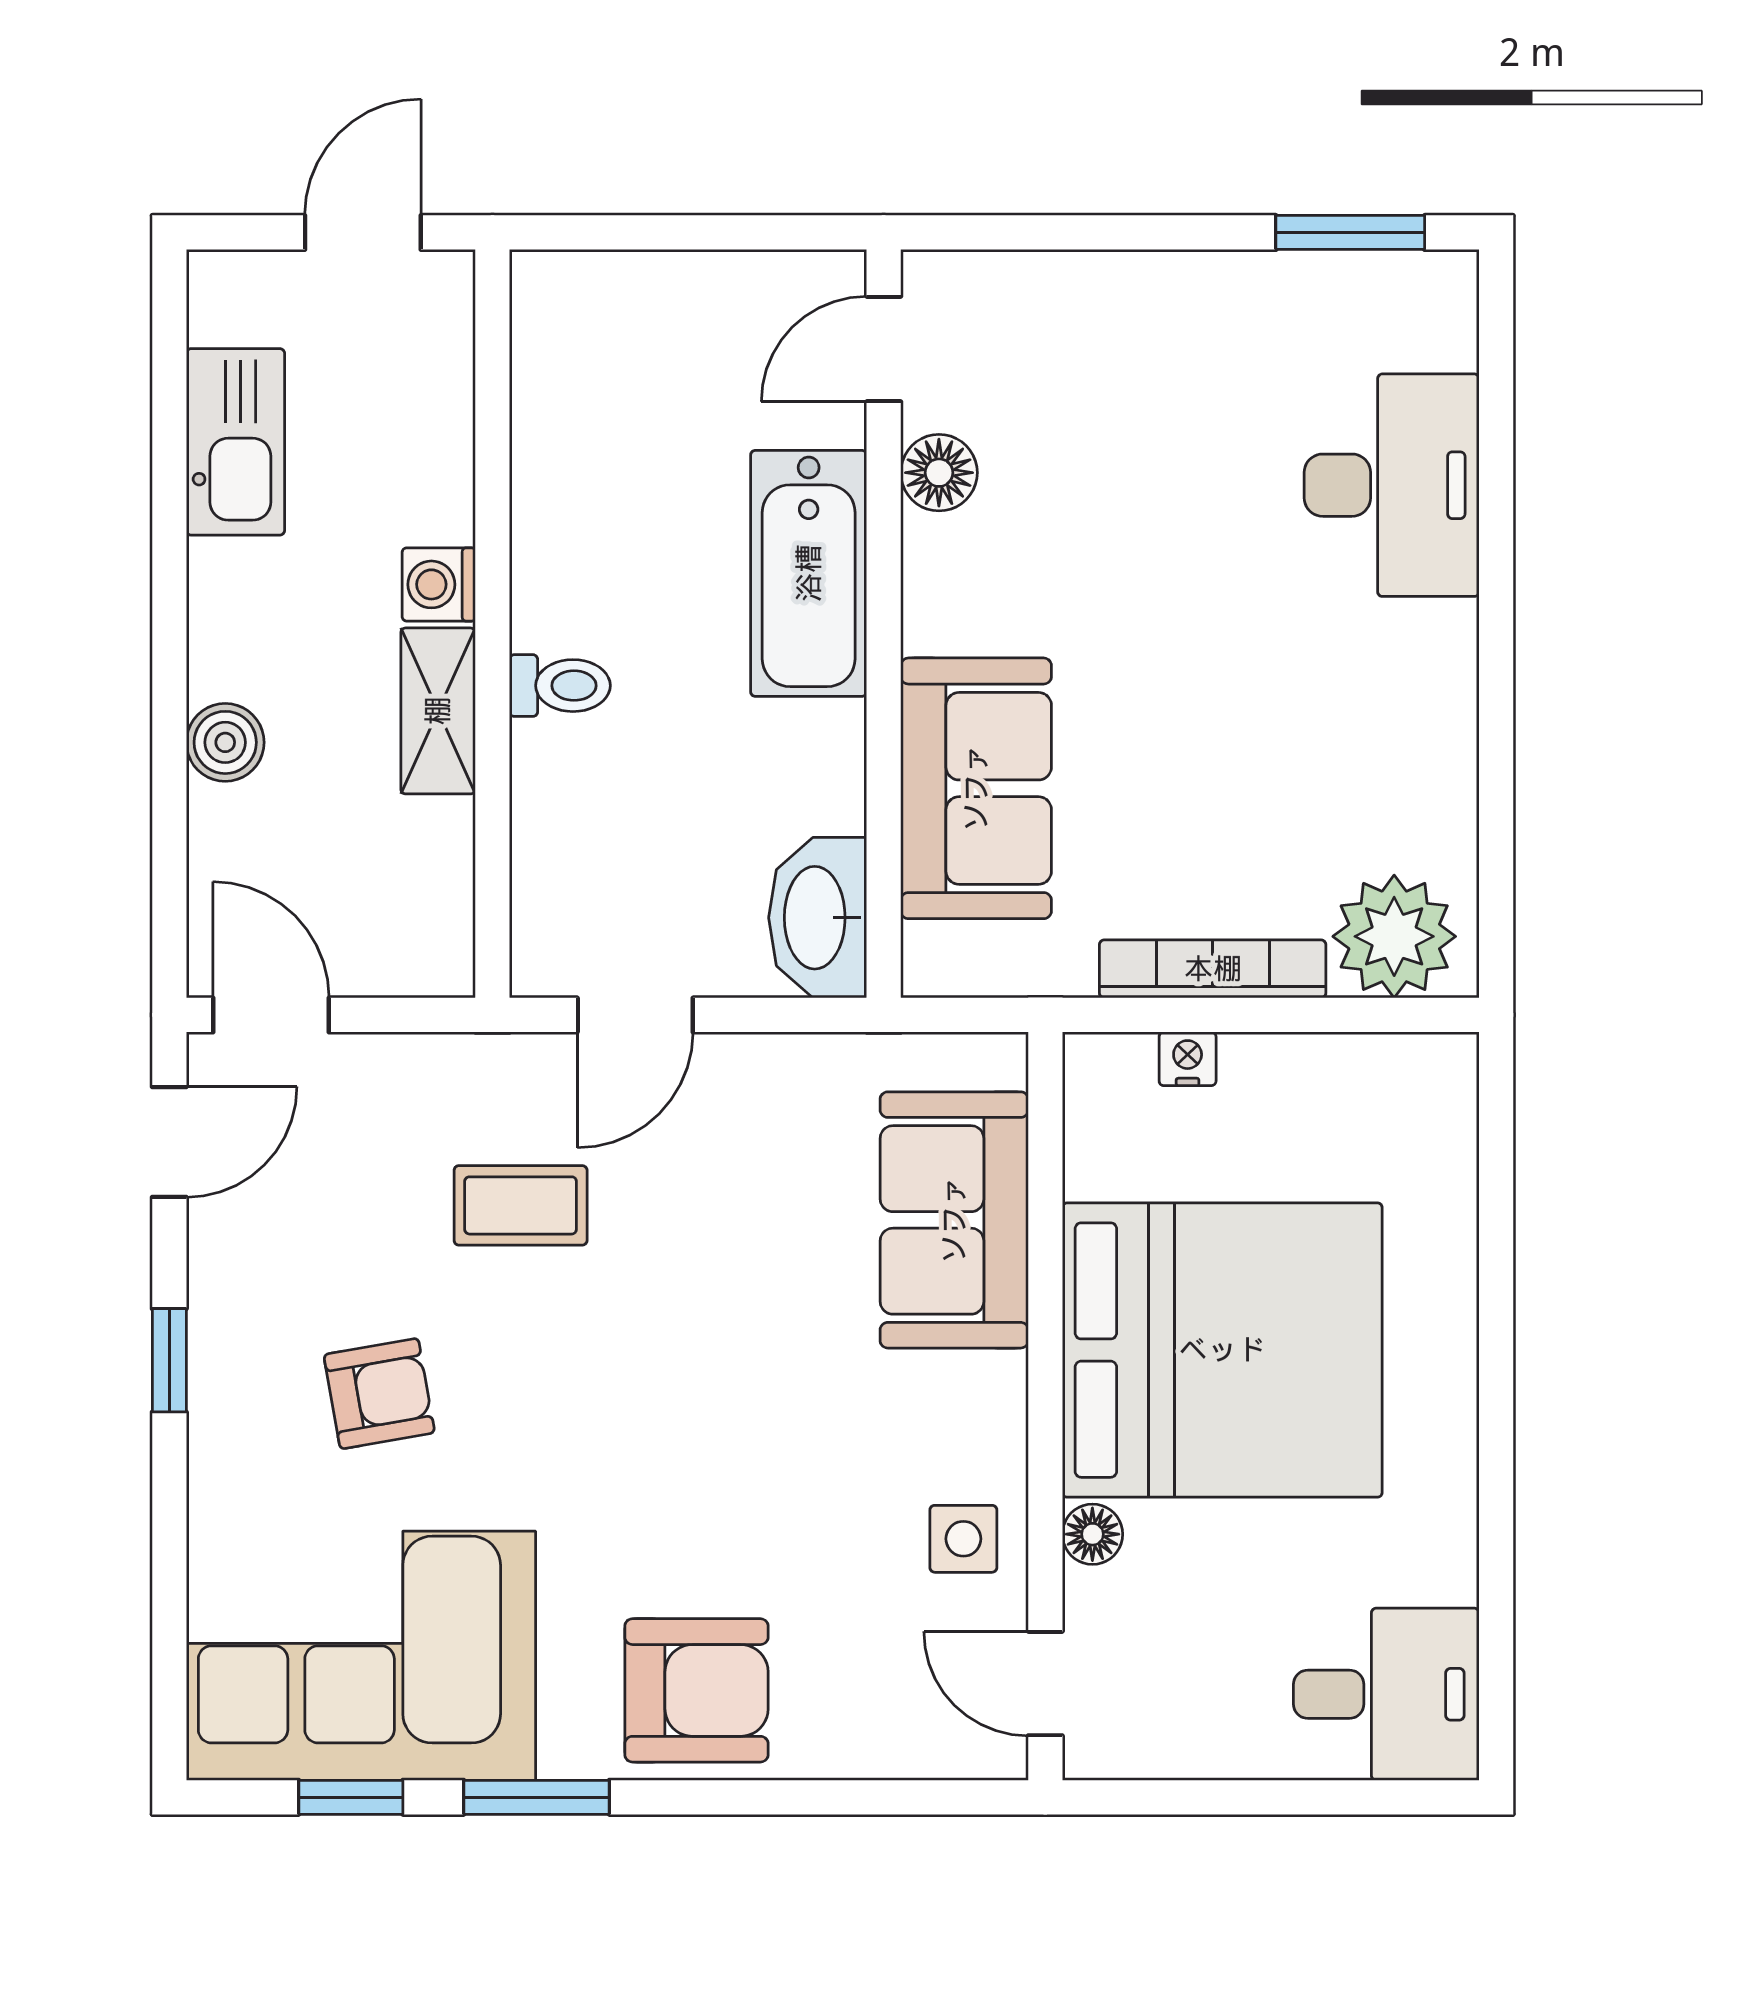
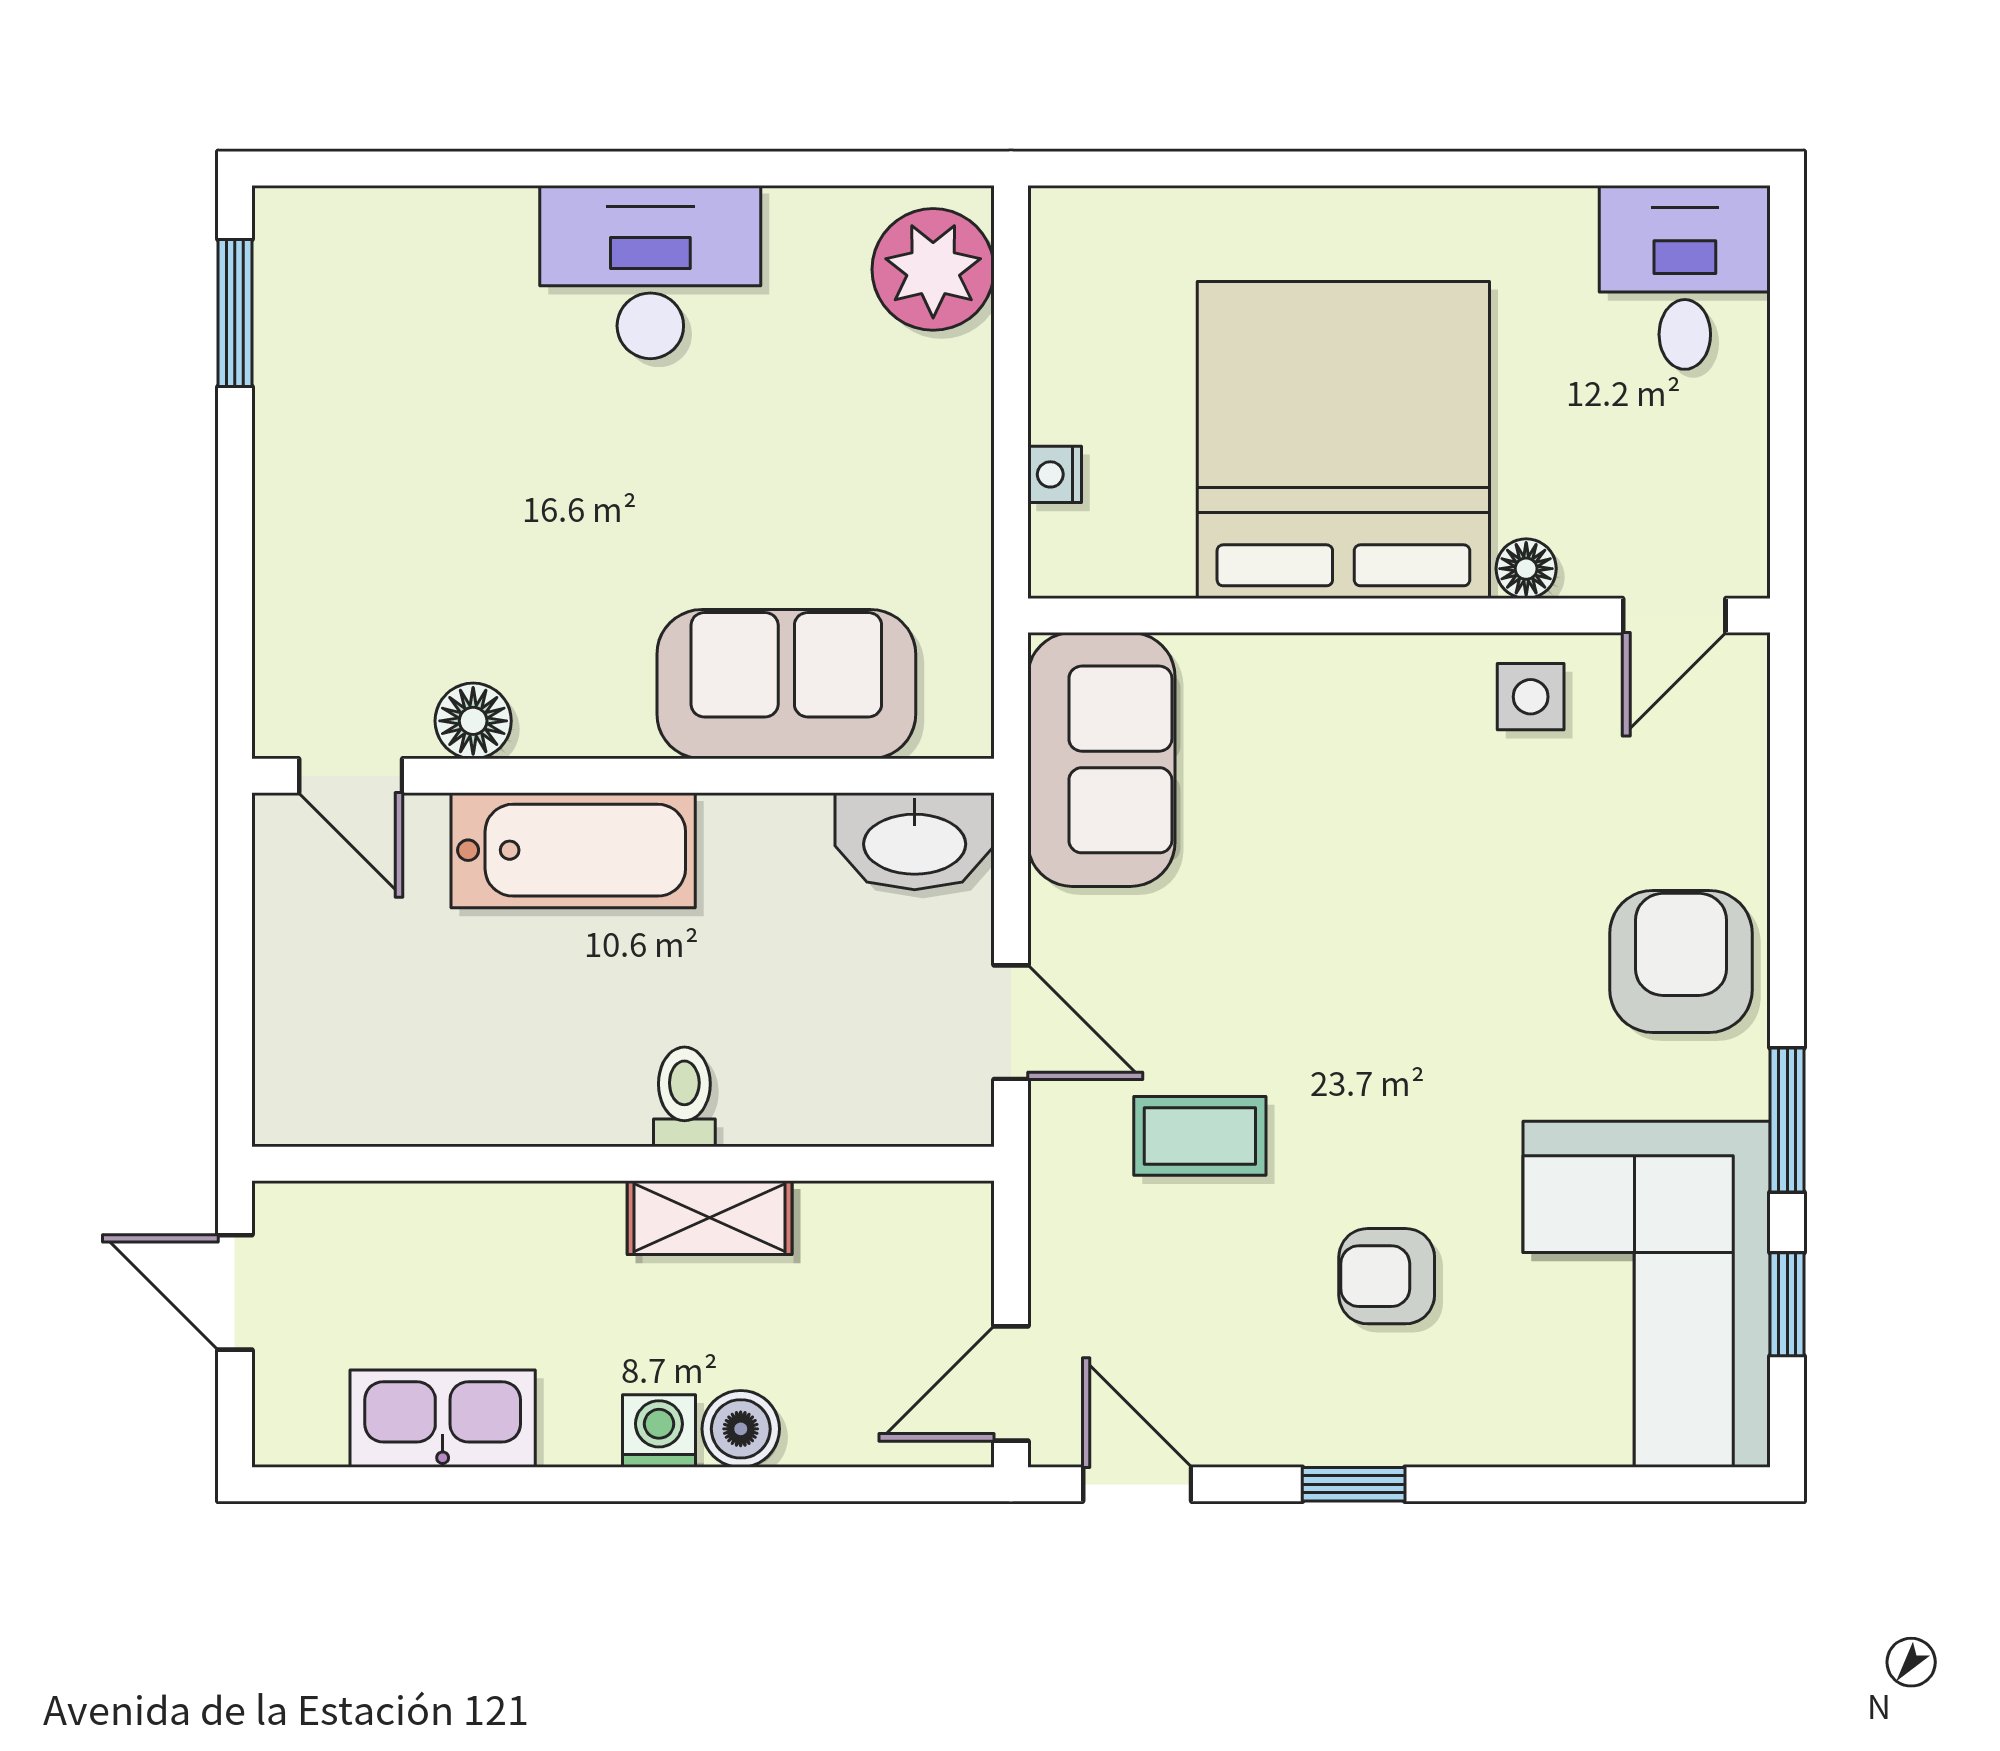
desk: (1392, 485) -> (650, 272), moved
washing machine: (439, 584) -> (659, 1431), moved, turned 180
bookcase: (1213, 969) -> (965, 449), removed
coffee table: (521, 1205) -> (1200, 1136), turned 90
sofa: (954, 1220) -> (1101, 759), moved, turned -90
armchair: (379, 1394) -> (1387, 1276), turned -80

